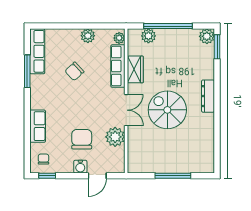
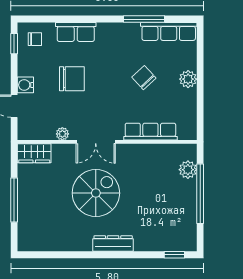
plant: (88, 36) -> (188, 79), moved
plant: (207, 36) -> (187, 242), removed
plant: (119, 38) -> (185, 133), removed
window: (217, 47) -> (174, 255), width x0.67
wardrobe: (135, 69) -> (34, 153), moved
plant: (115, 137) -> (62, 134), width x0.53, depth x0.53
chair: (82, 139) -> (72, 79), moved

